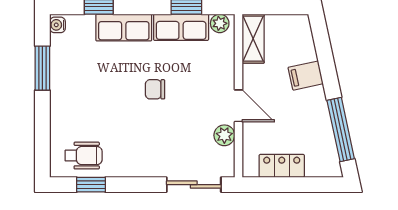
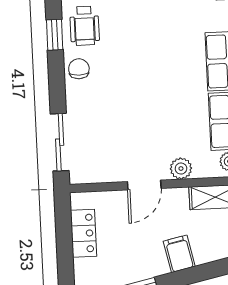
chair: (155, 89) -> (79, 69), moved
plant: (224, 135) -> (181, 169), moved

